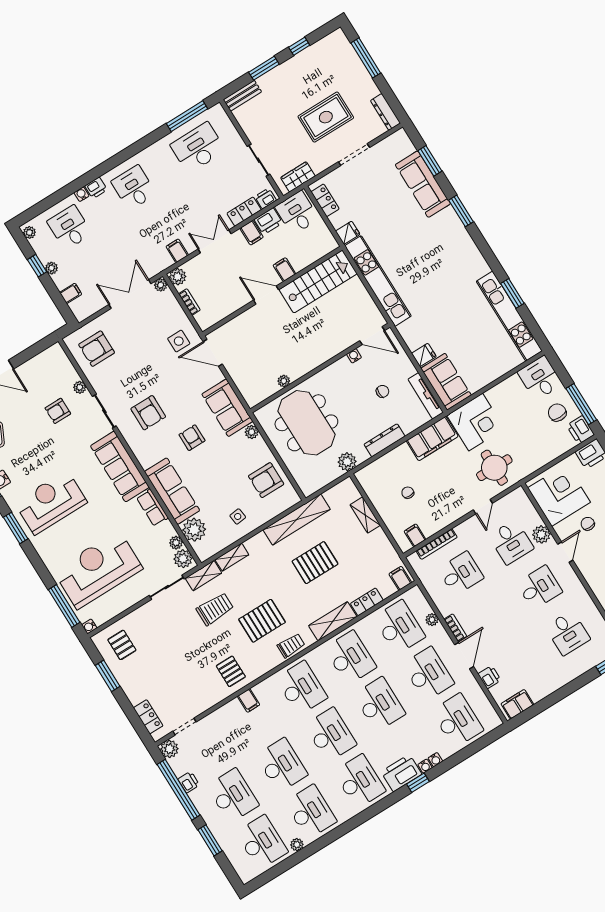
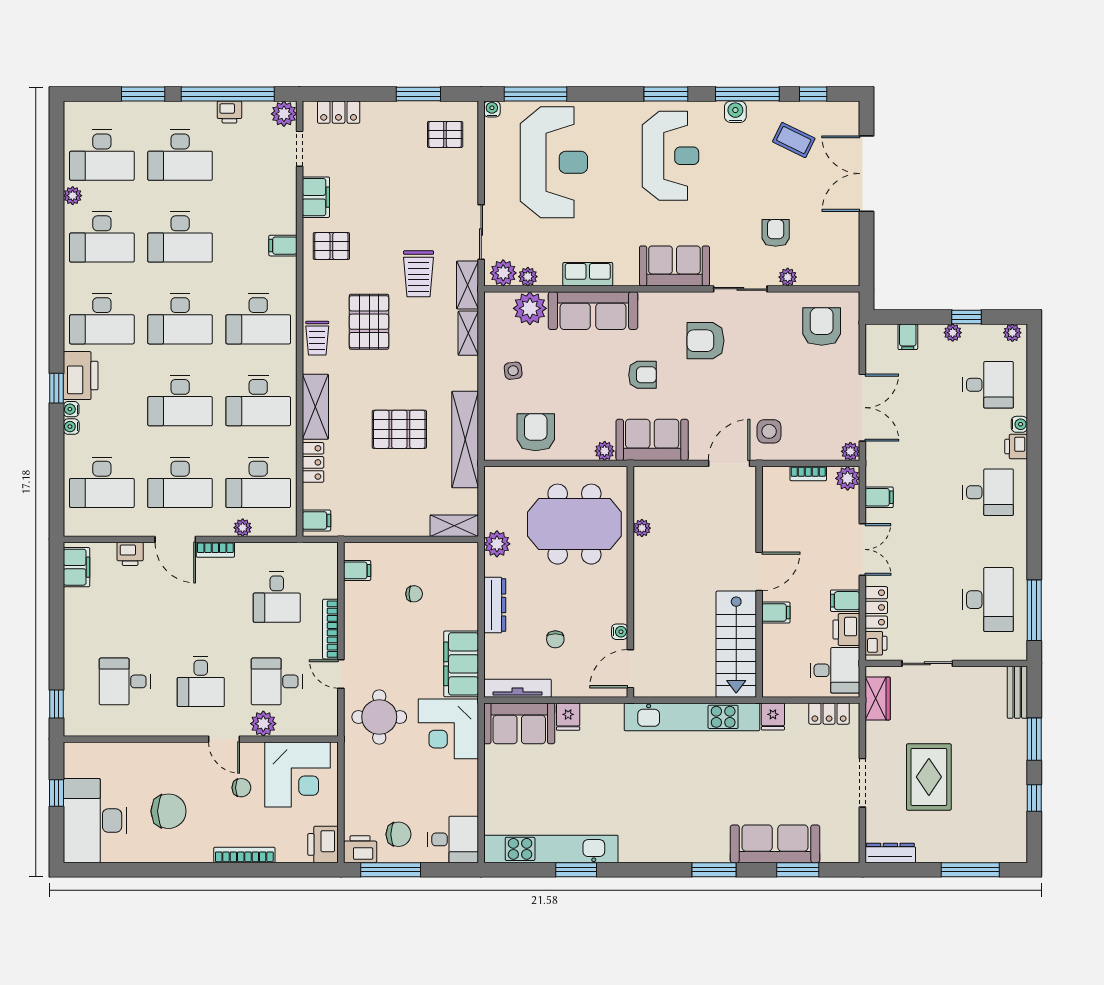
sofa: (120, 467) -> (674, 266), width x0.73
shelving: (365, 515) -> (454, 526), moved
bookcase: (437, 544) -> (330, 629), moved
pallet: (315, 563) -> (399, 429), turned 90
filing cabinet: (207, 699) -> (316, 197), added

